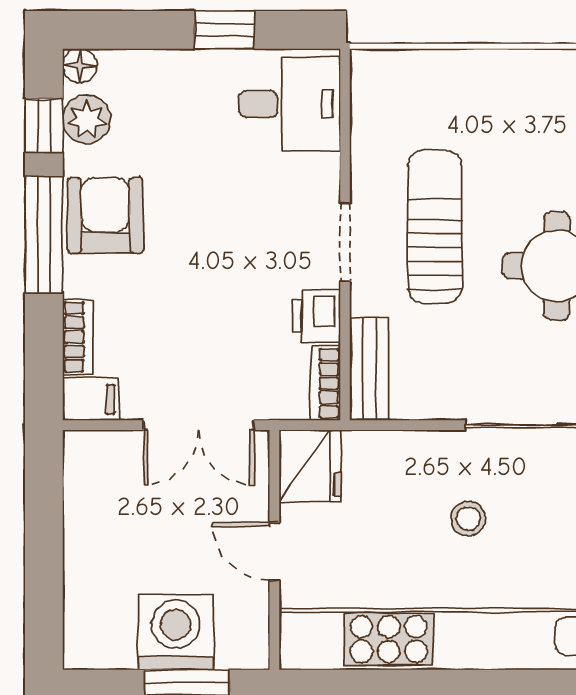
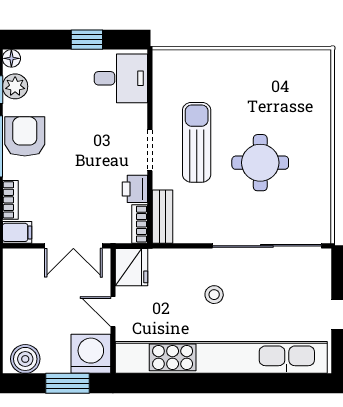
washing machine: (176, 632) -> (91, 354), moved
boiler: (106, 642) -> (25, 359), added

